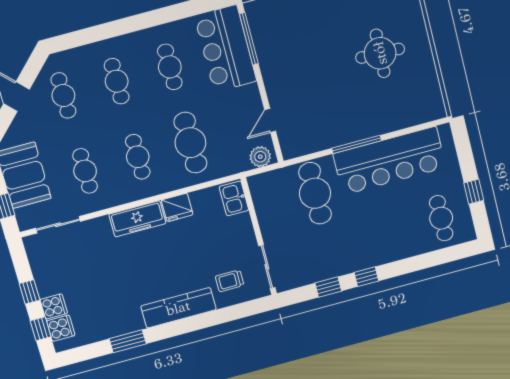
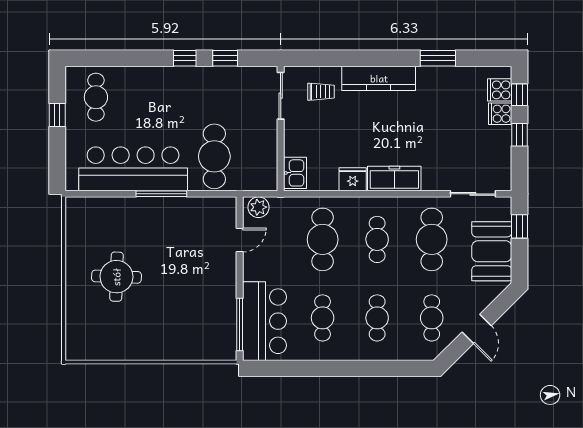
cafe table: (85, 171) -> (432, 239), width x1.37, depth x1.35

